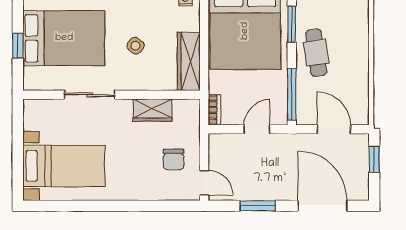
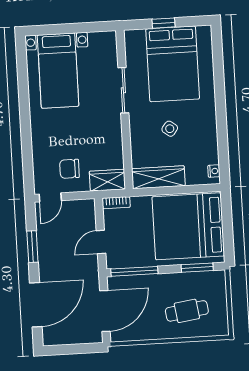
cafe table: (316, 53) -> (187, 311), moved
wardrobe: (153, 110) -> (107, 180), moved, turned 90
door: (257, 129) -> (101, 242), swing flipped
door: (334, 129) -> (105, 311), width x1.36
window: (374, 159) -> (80, 349), removed

